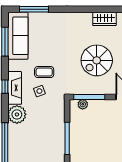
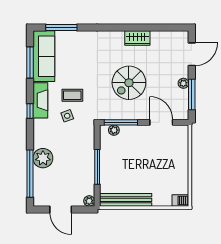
fireplace: (15, 88) -> (40, 100), moved
plant: (17, 114) -> (43, 158), moved

